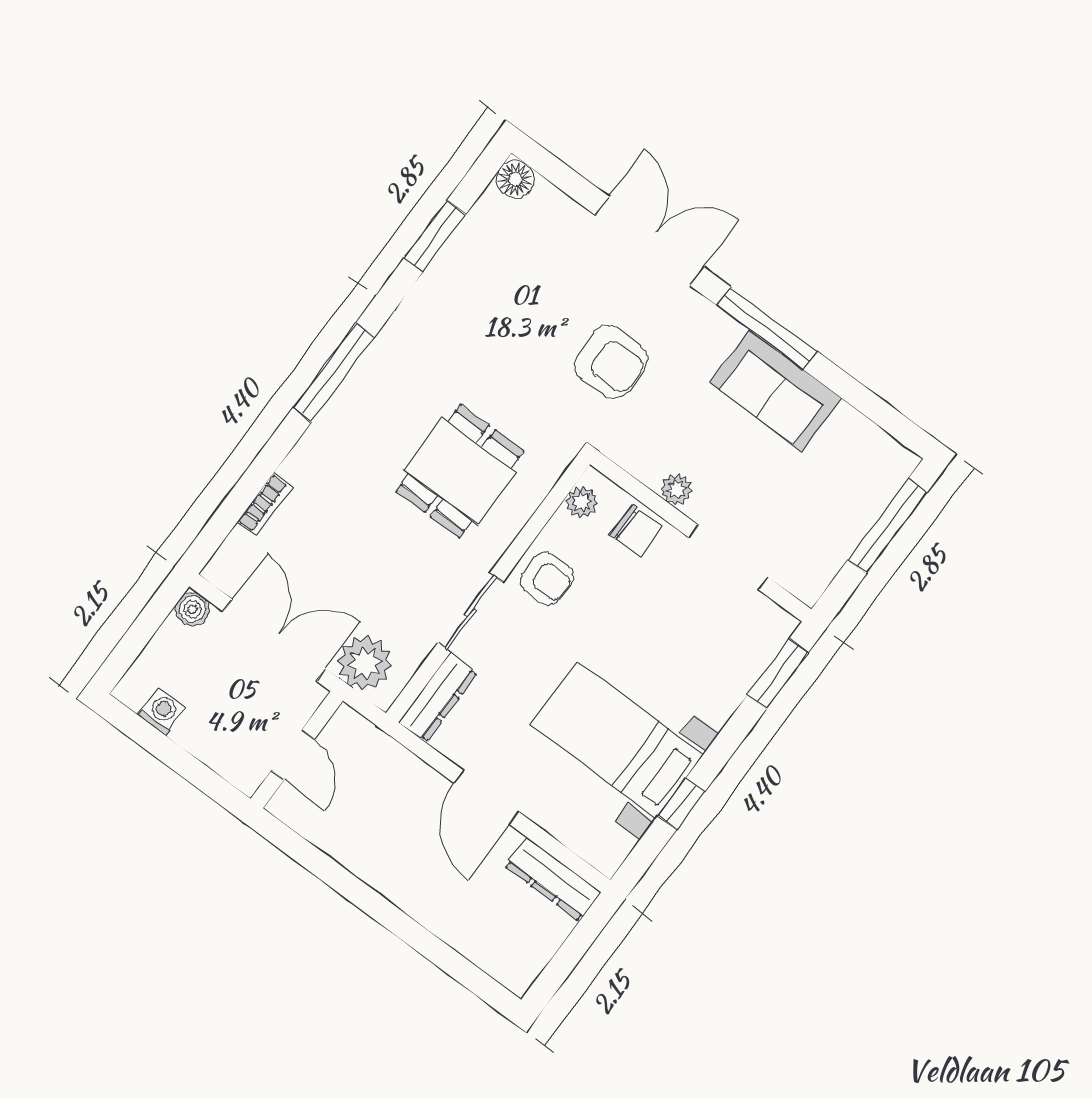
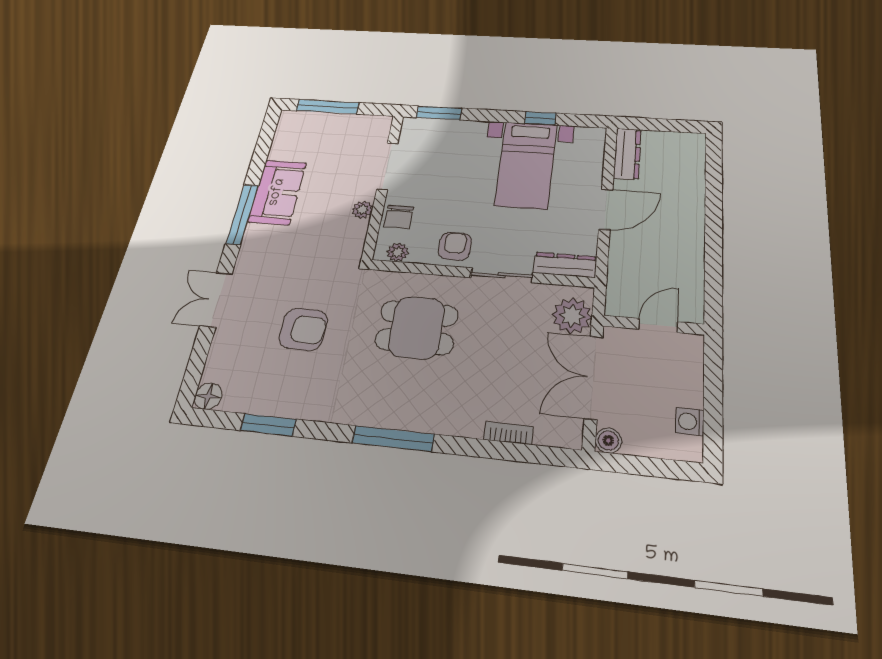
double door: (650, 241) -> (216, 300), width x0.73
armchair: (611, 362) -> (303, 329), moved, turned 92
chair: (636, 531) -> (399, 217), turned 180

